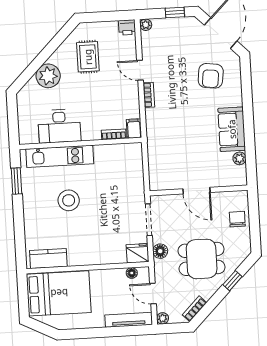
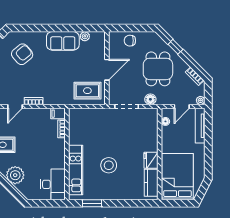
armchair: (211, 76) -> (22, 54), turned -47
desk: (59, 126) -> (53, 184), moved
rug: (167, 166) -> (87, 91), added
fridge: (138, 253) -> (151, 160), moved

